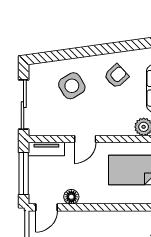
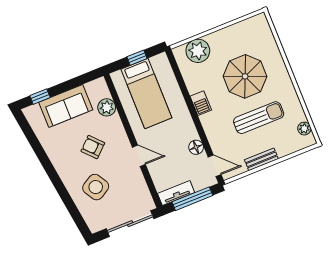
armchair: (116, 76) -> (93, 147), moved
tv unit: (46, 149) -> (176, 193), moved, turned -90
barbecue: (112, 218) -> (201, 103), added

